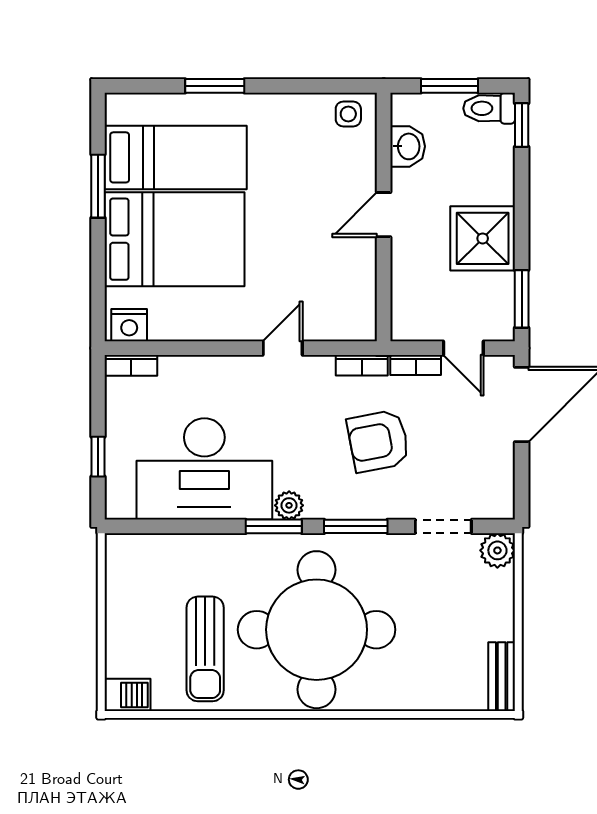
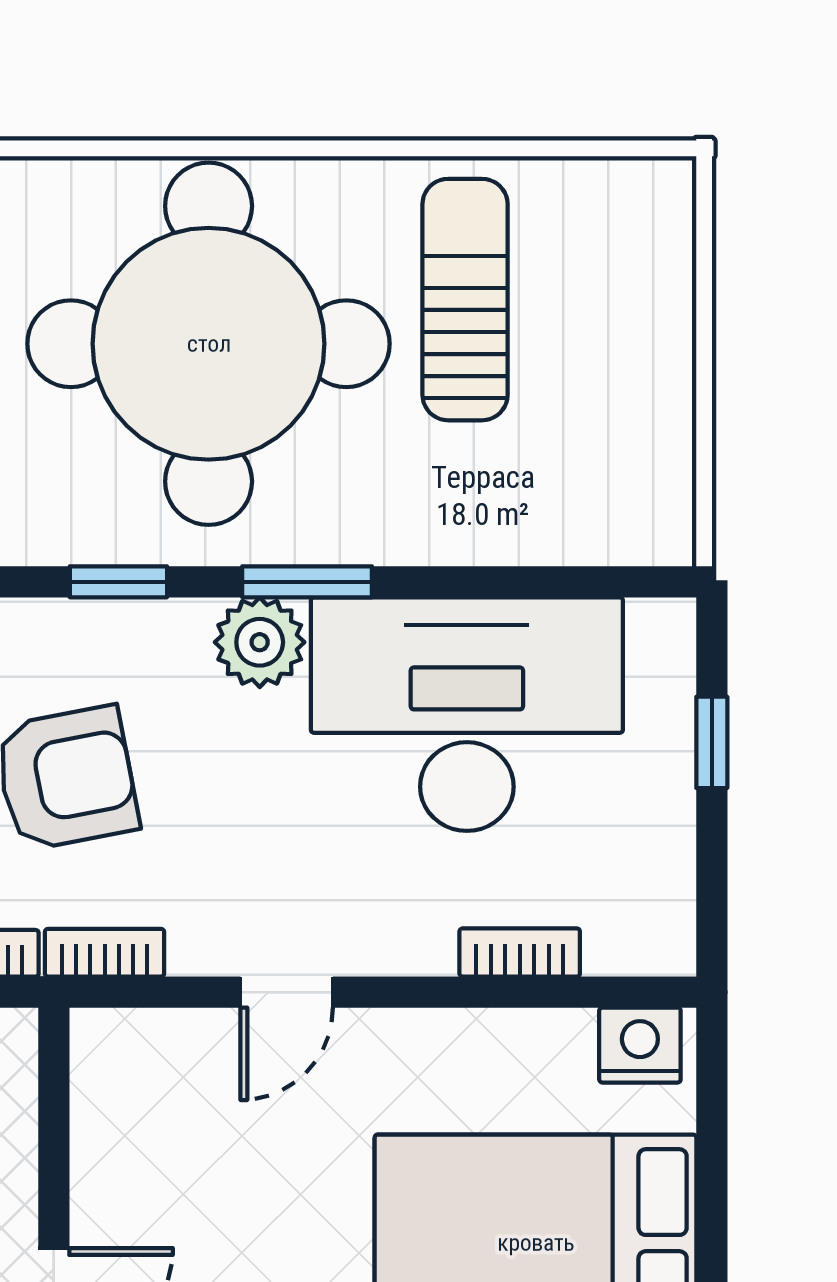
bookcase: (131, 365) -> (520, 952), moved
plant: (289, 505) -> (260, 642), width x1.38, depth x1.38
window: (356, 526) -> (118, 582), width x0.67
barbecue: (128, 695) -> (644, 193), removed

